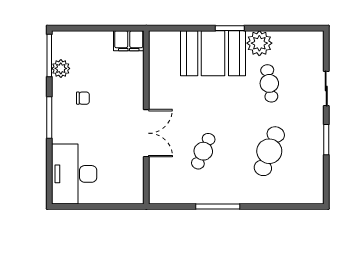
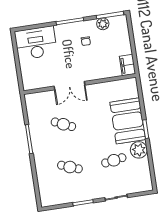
cafe table: (269, 151) -> (70, 167), width x0.73, depth x0.74

